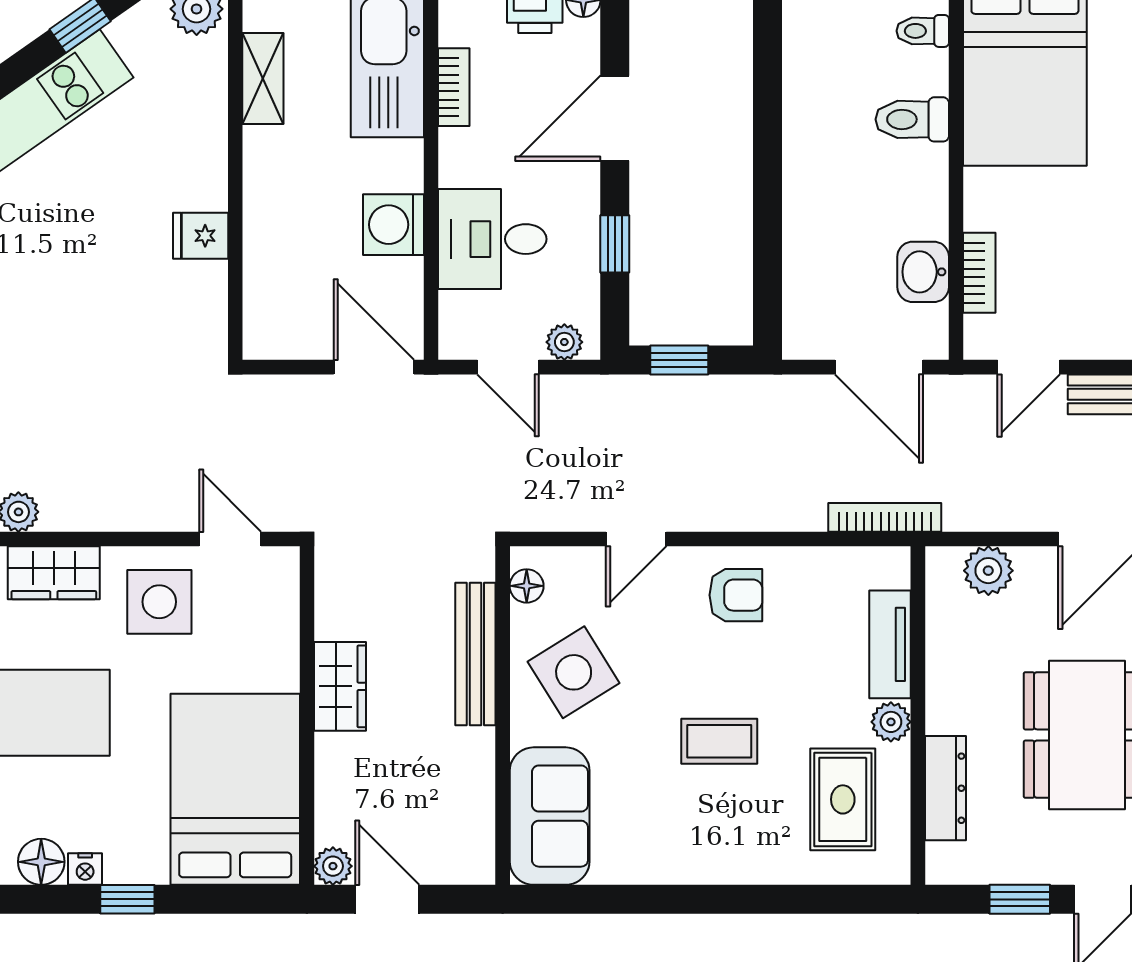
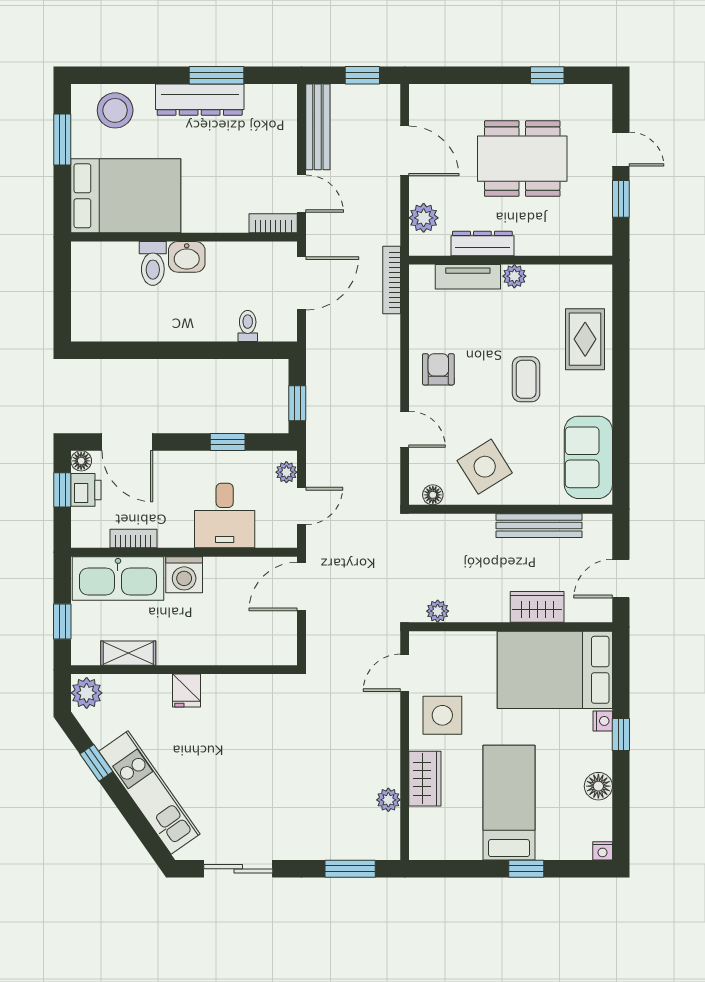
toilet: (923, 31) -> (248, 326), moved, turned 180
door: (615, 118) -> (127, 442), moved
washing machine: (393, 225) -> (184, 575), moved
fridge: (201, 236) -> (187, 690), moved
washbasin: (923, 272) -> (187, 257), moved
bookcase: (979, 273) -> (273, 223), moved
bench: (475, 654) -> (539, 526), moved
wardrobe: (340, 686) -> (537, 607), moved
dresser: (945, 788) -> (482, 243), moved
rug: (843, 799) -> (585, 339), moved, turned 90
sofa: (550, 816) -> (588, 457), moved, turned -90
plant: (333, 866) -> (438, 611), moved
nightstand: (85, 869) -> (603, 721), moved

